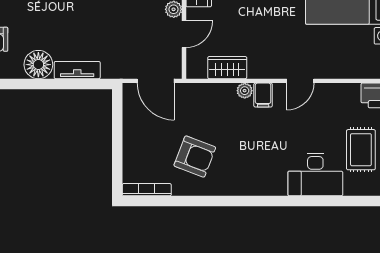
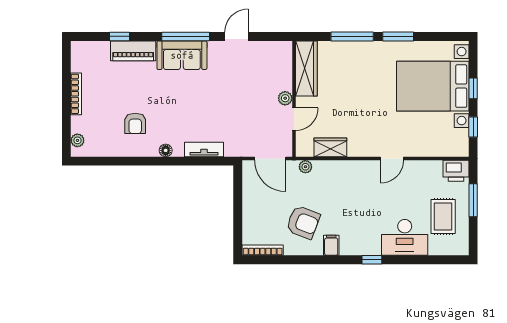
floor lamp: (38, 65) -> (166, 150), width x0.53, depth x0.53
plant: (245, 91) -> (305, 167), moved
filing cabinet: (263, 95) -> (331, 245), moved, turned 180
window: (276, 201) -> (372, 260), added

